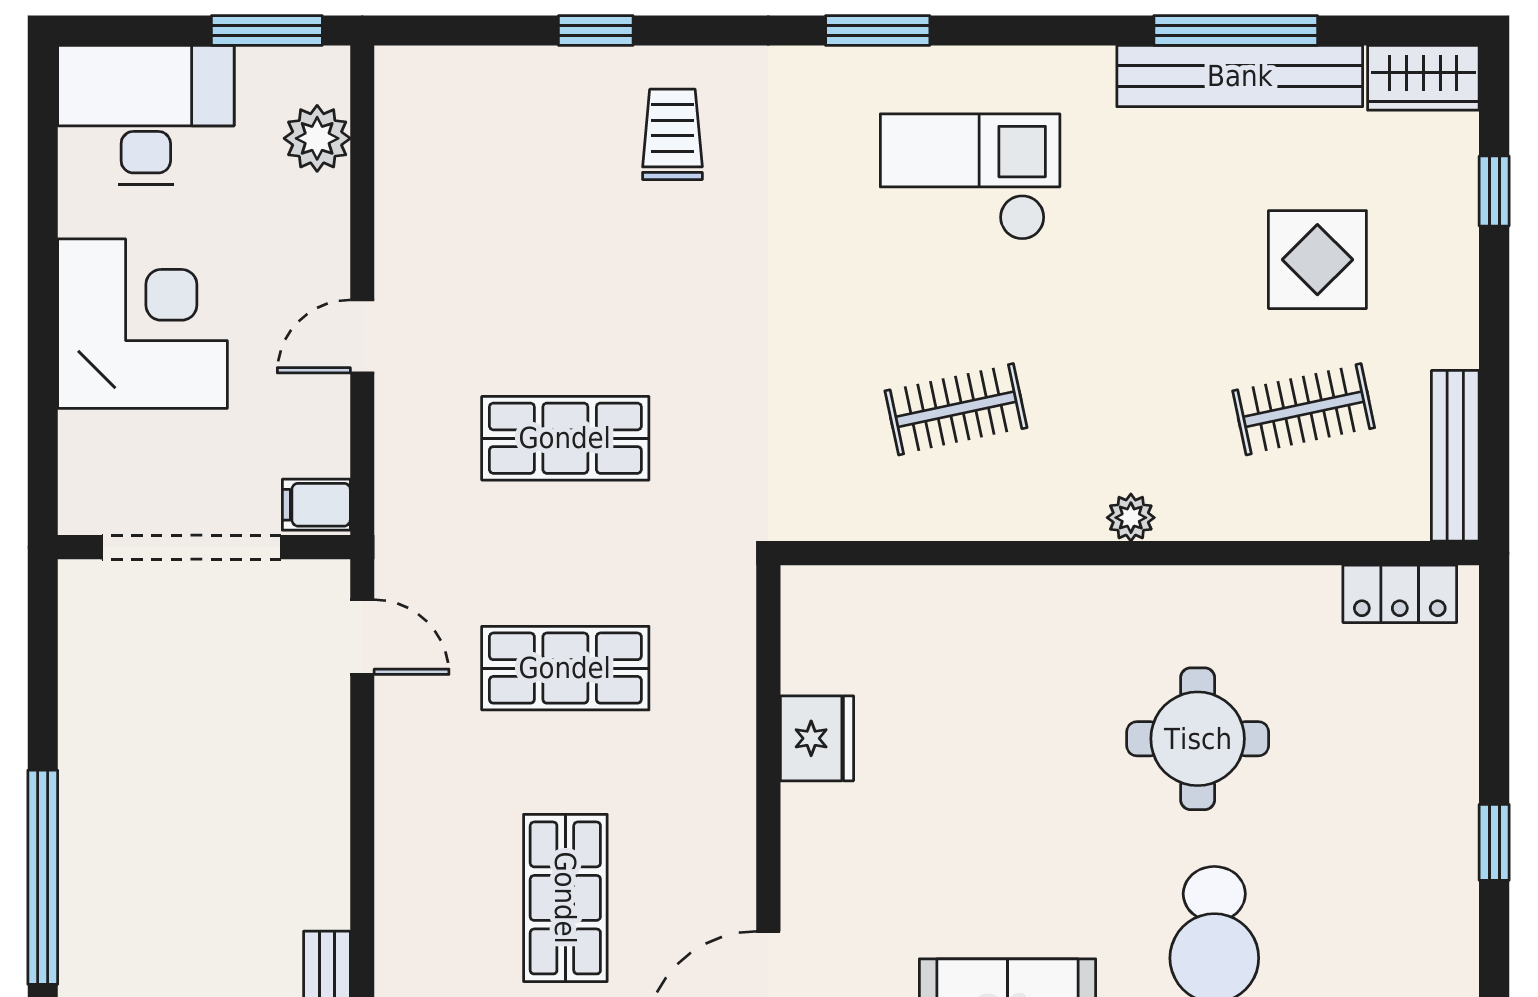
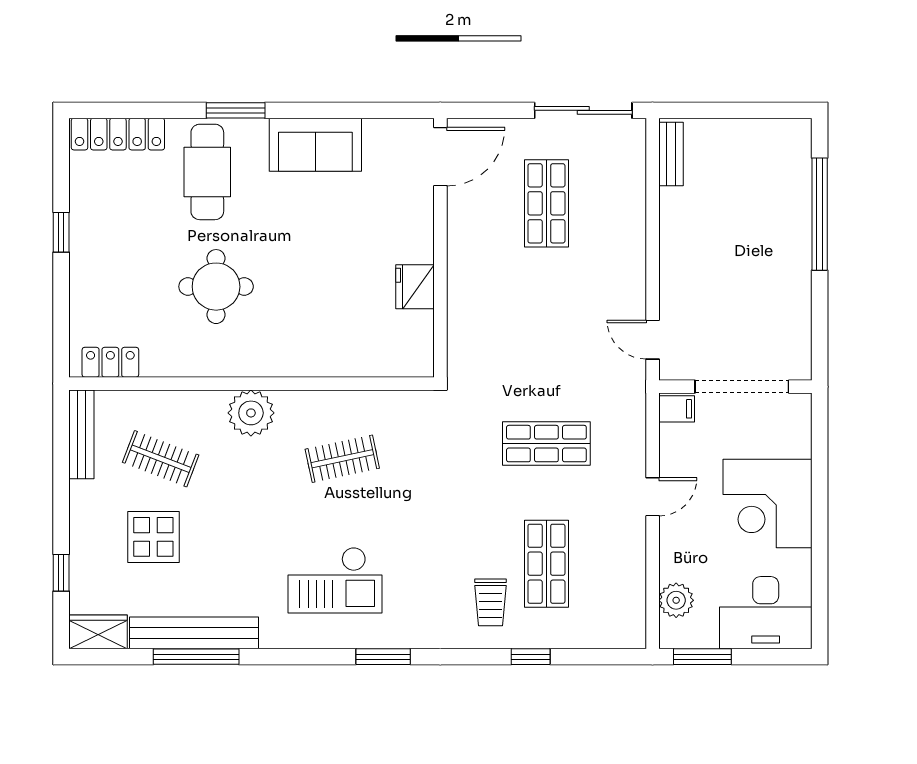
clothes rail: (1304, 409) -> (161, 459), turned 33
plant: (1131, 518) -> (251, 413), width x1.88, depth x1.88
shop shelf: (565, 668) -> (546, 564), moved, turned 90

